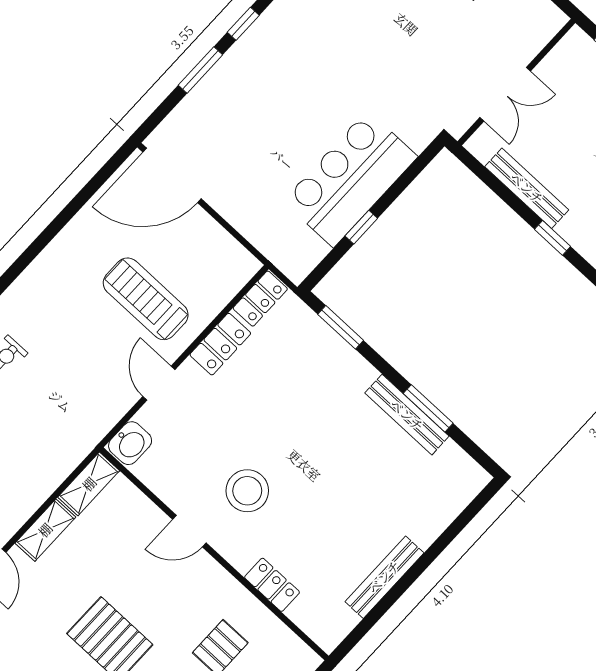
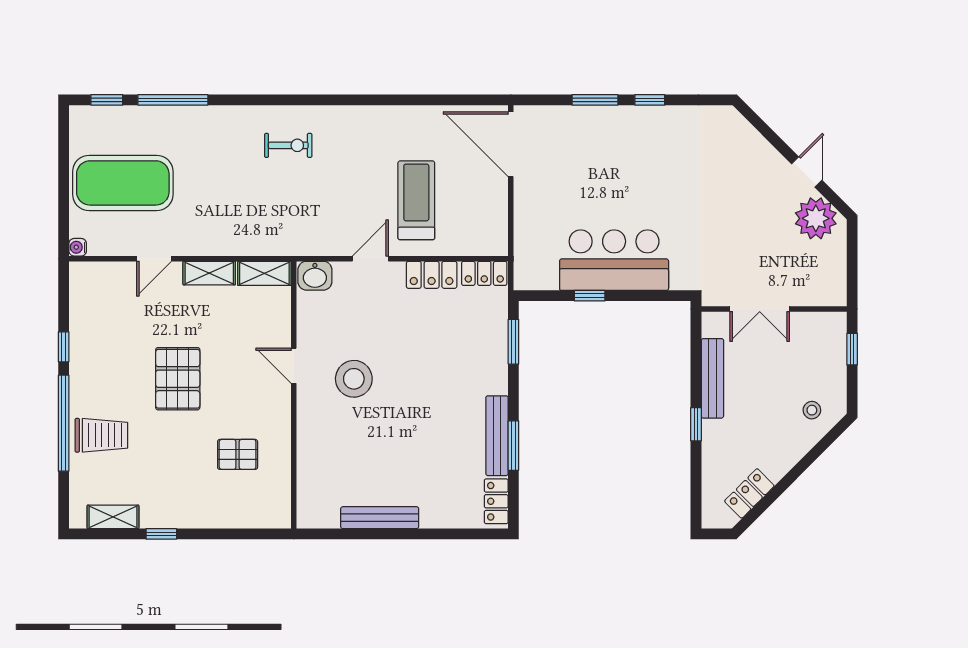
locker: (272, 585) -> (496, 501), moved, turned 180

